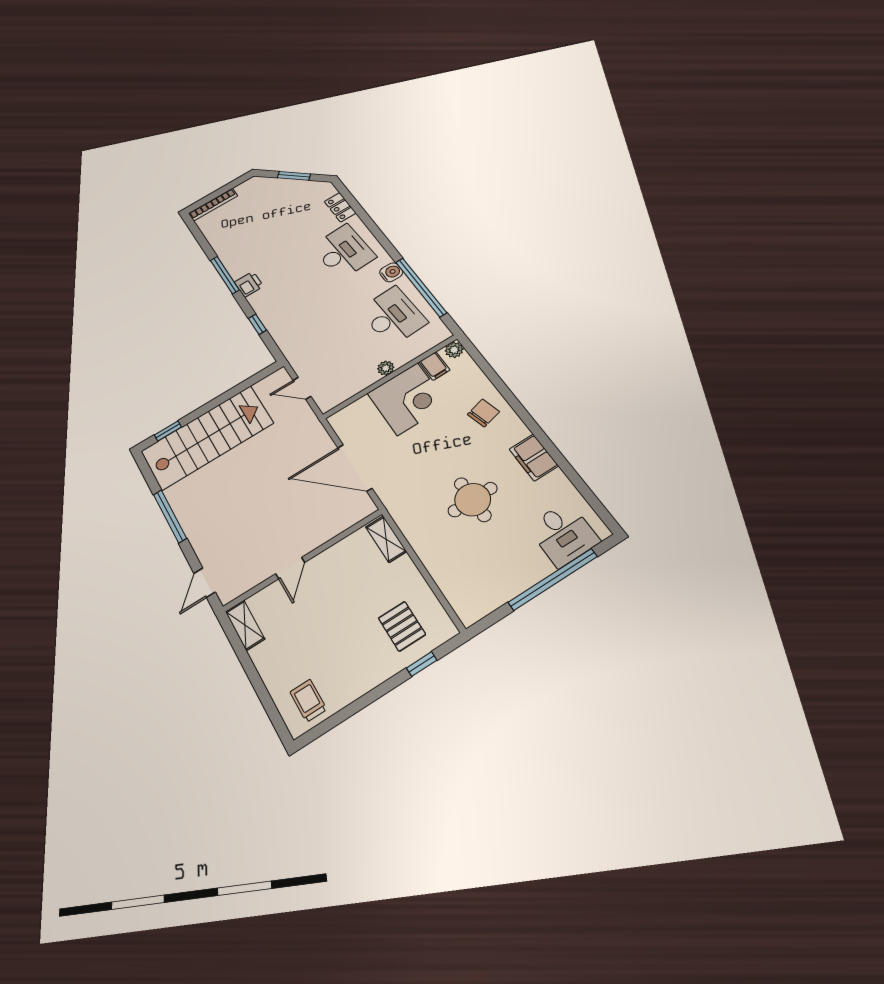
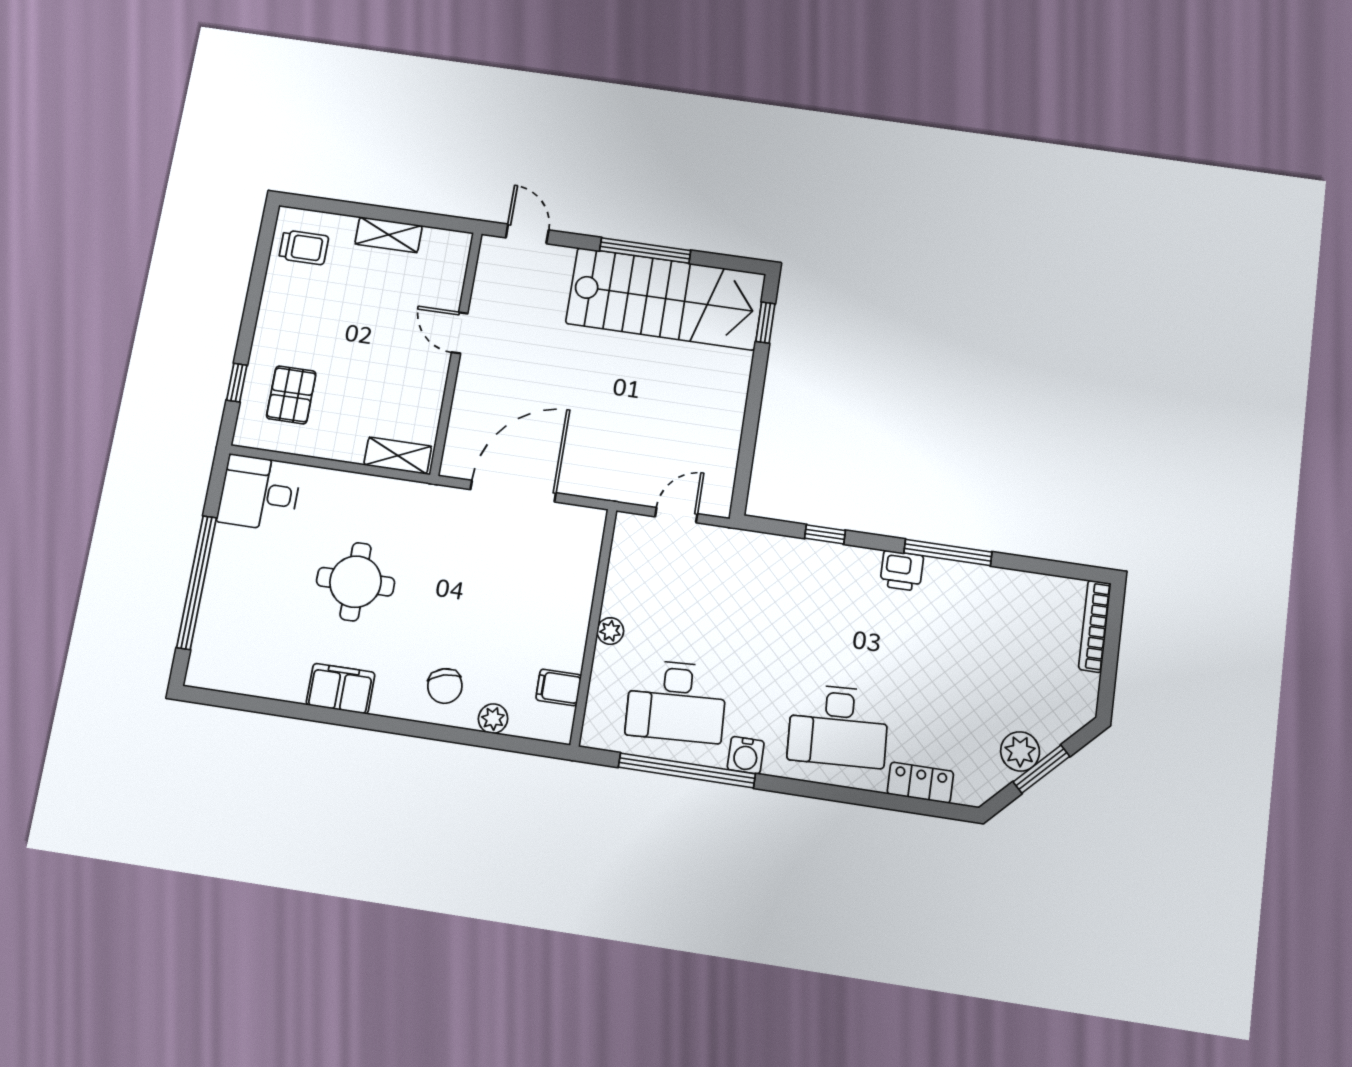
plant: (293, 187) -> (1020, 751), added
plant: (454, 350) -> (493, 719), moved
corner desk: (408, 399) -> (545, 620), removed
stairs: (207, 437) -> (666, 299), moved, turned -90
desk: (563, 534) -> (259, 493), moved
shelving: (245, 625) -> (389, 235), moved
pallet: (402, 626) -> (291, 395), turned 90

